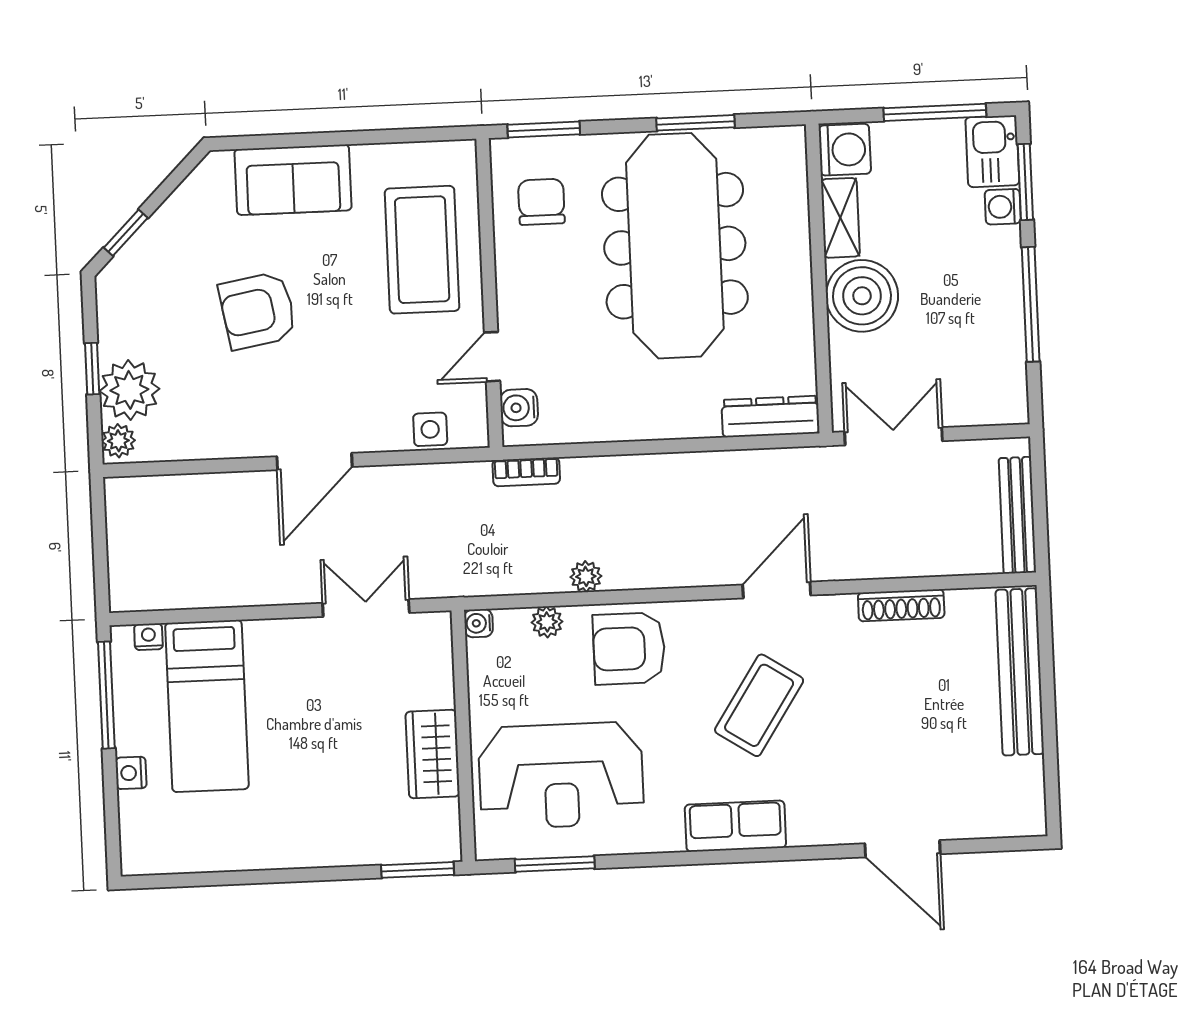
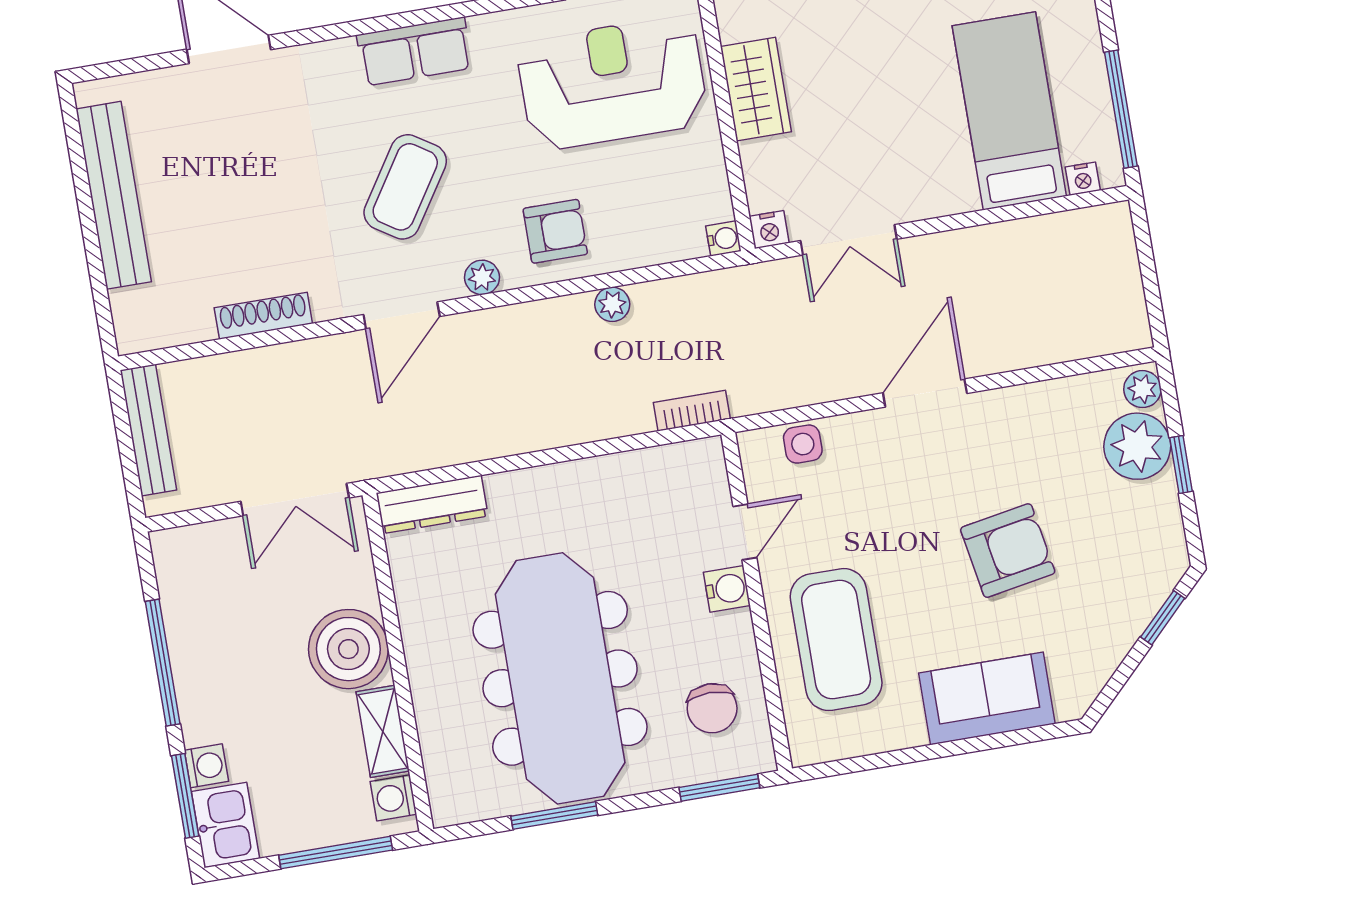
window: (935, 112) -> (336, 853), moved
washing machine: (845, 150) -> (393, 798), width x0.73, depth x0.73
water cooler: (519, 408) -> (727, 589), moved
plant: (547, 622) -> (482, 277), moved
armchair: (629, 648) -> (555, 231), width x0.72, depth x0.72
bench: (1020, 672) -> (114, 195), moved
nightstand: (131, 773) -> (769, 230), moved, turned 90

